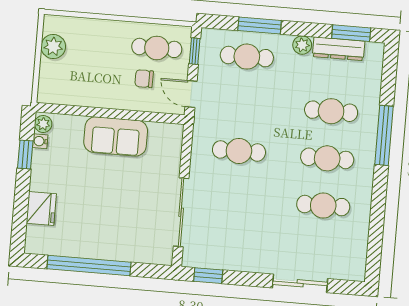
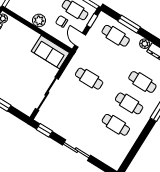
plant: (105, 96) -> (39, 20), added
sofa: (116, 136) -> (50, 52), moved
sliding door: (300, 283) -> (76, 150), moved

